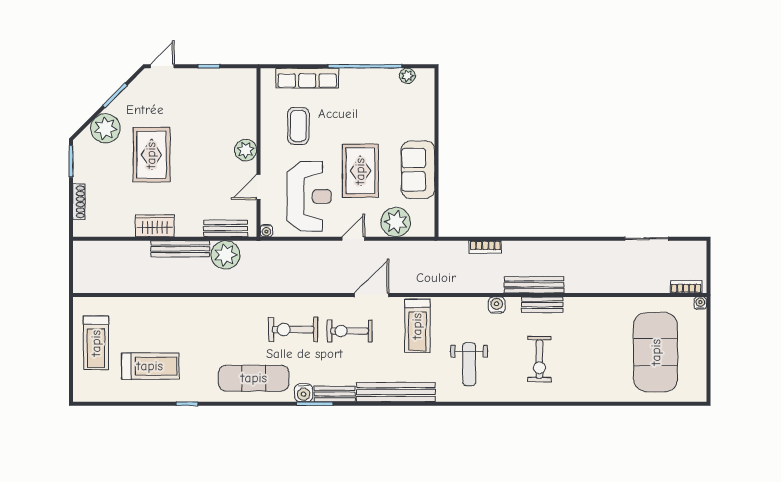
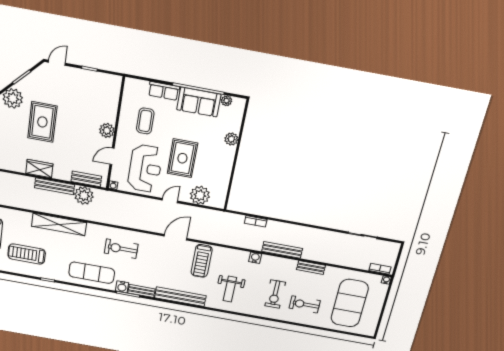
row of seats: (307, 78) -> (164, 91), width x0.68
plant: (425, 129) -> (231, 139), added
sofa: (418, 170) -> (199, 102), moved, turned -90
bench: (542, 305) -> (311, 267), moved
shelving: (194, 308) -> (59, 224), added
exercise bike: (350, 331) -> (305, 304), moved
treadmill: (150, 366) -> (27, 254), turned 180

